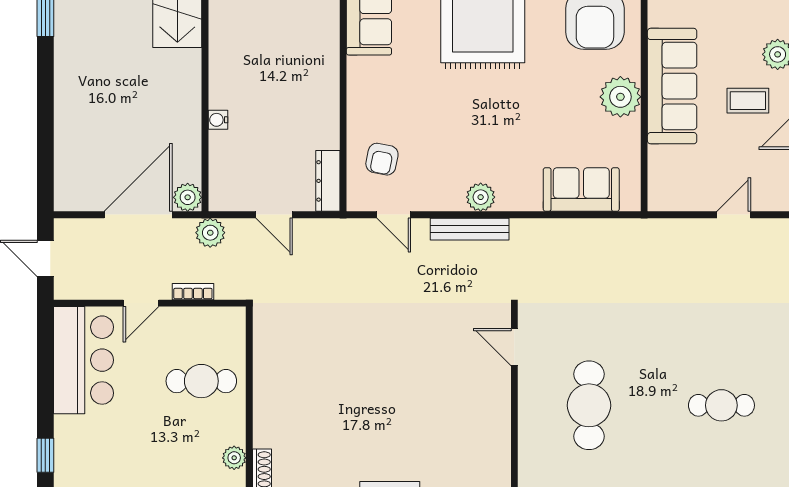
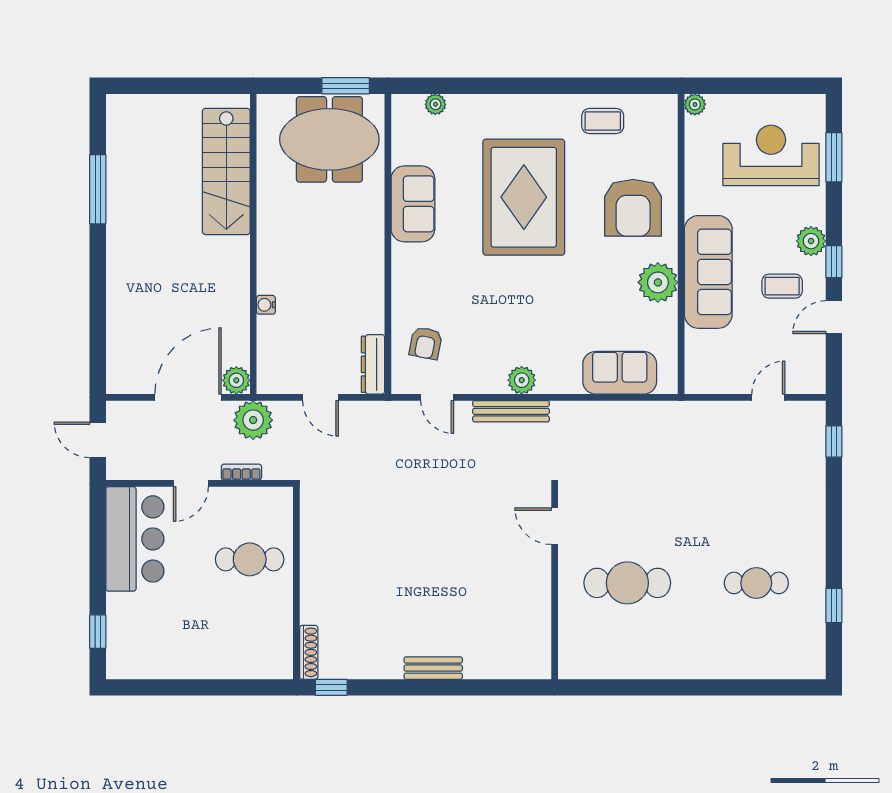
plant: (210, 233) -> (253, 420), width x1.36, depth x1.36
cafe table: (589, 405) -> (627, 583), turned 90
plant: (234, 458) -> (282, 634), removed

